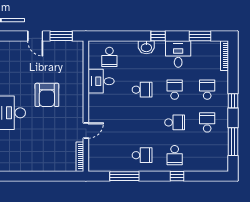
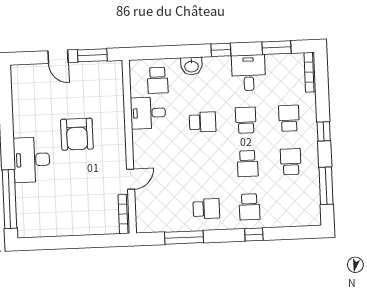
washbasin: (146, 47) -> (192, 66), moved
school desk: (175, 122) -> (248, 164), turned 90

